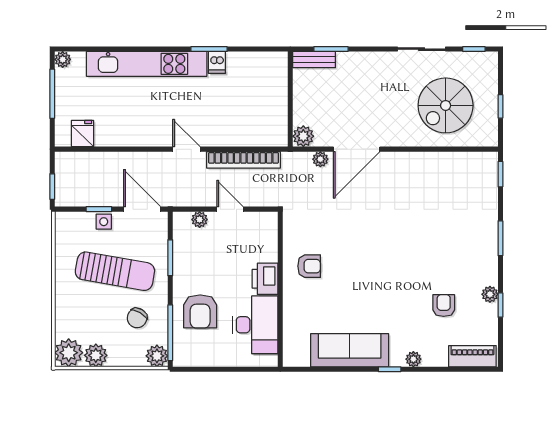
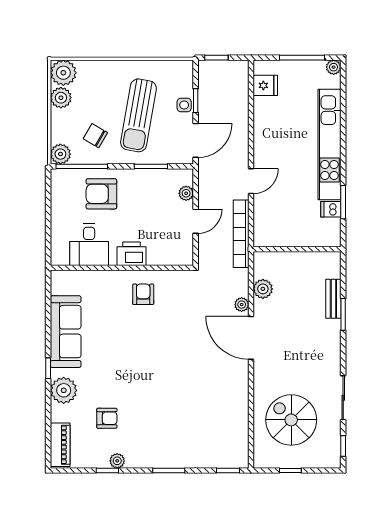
wall: (290, 99) -> (297, 249), moved
armchair: (309, 266) -> (143, 294), turned 180
desk: (255, 325) -> (89, 245), width x0.73
plant: (413, 359) -> (64, 390), width x1.88, depth x1.88

